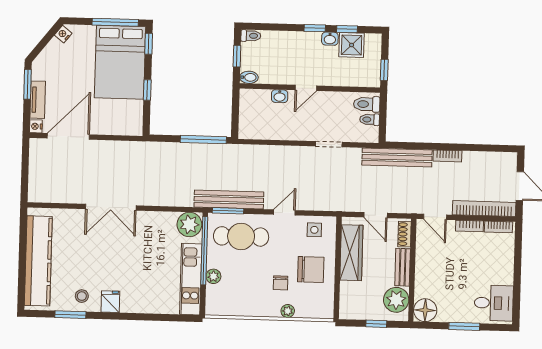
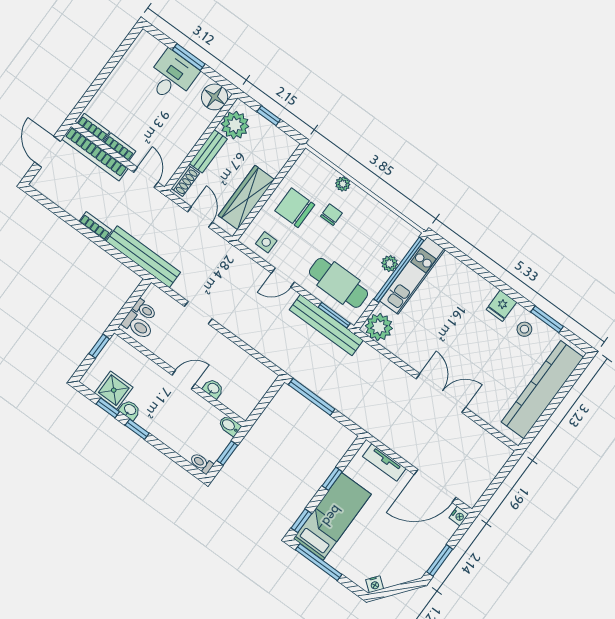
bed: (120, 62) -> (332, 516), width x0.67
tv unit: (38, 100) -> (384, 462), moved, turned -90
window: (204, 251) -> (399, 270), moved
desk: (494, 303) -> (172, 76), moved, turned 90

